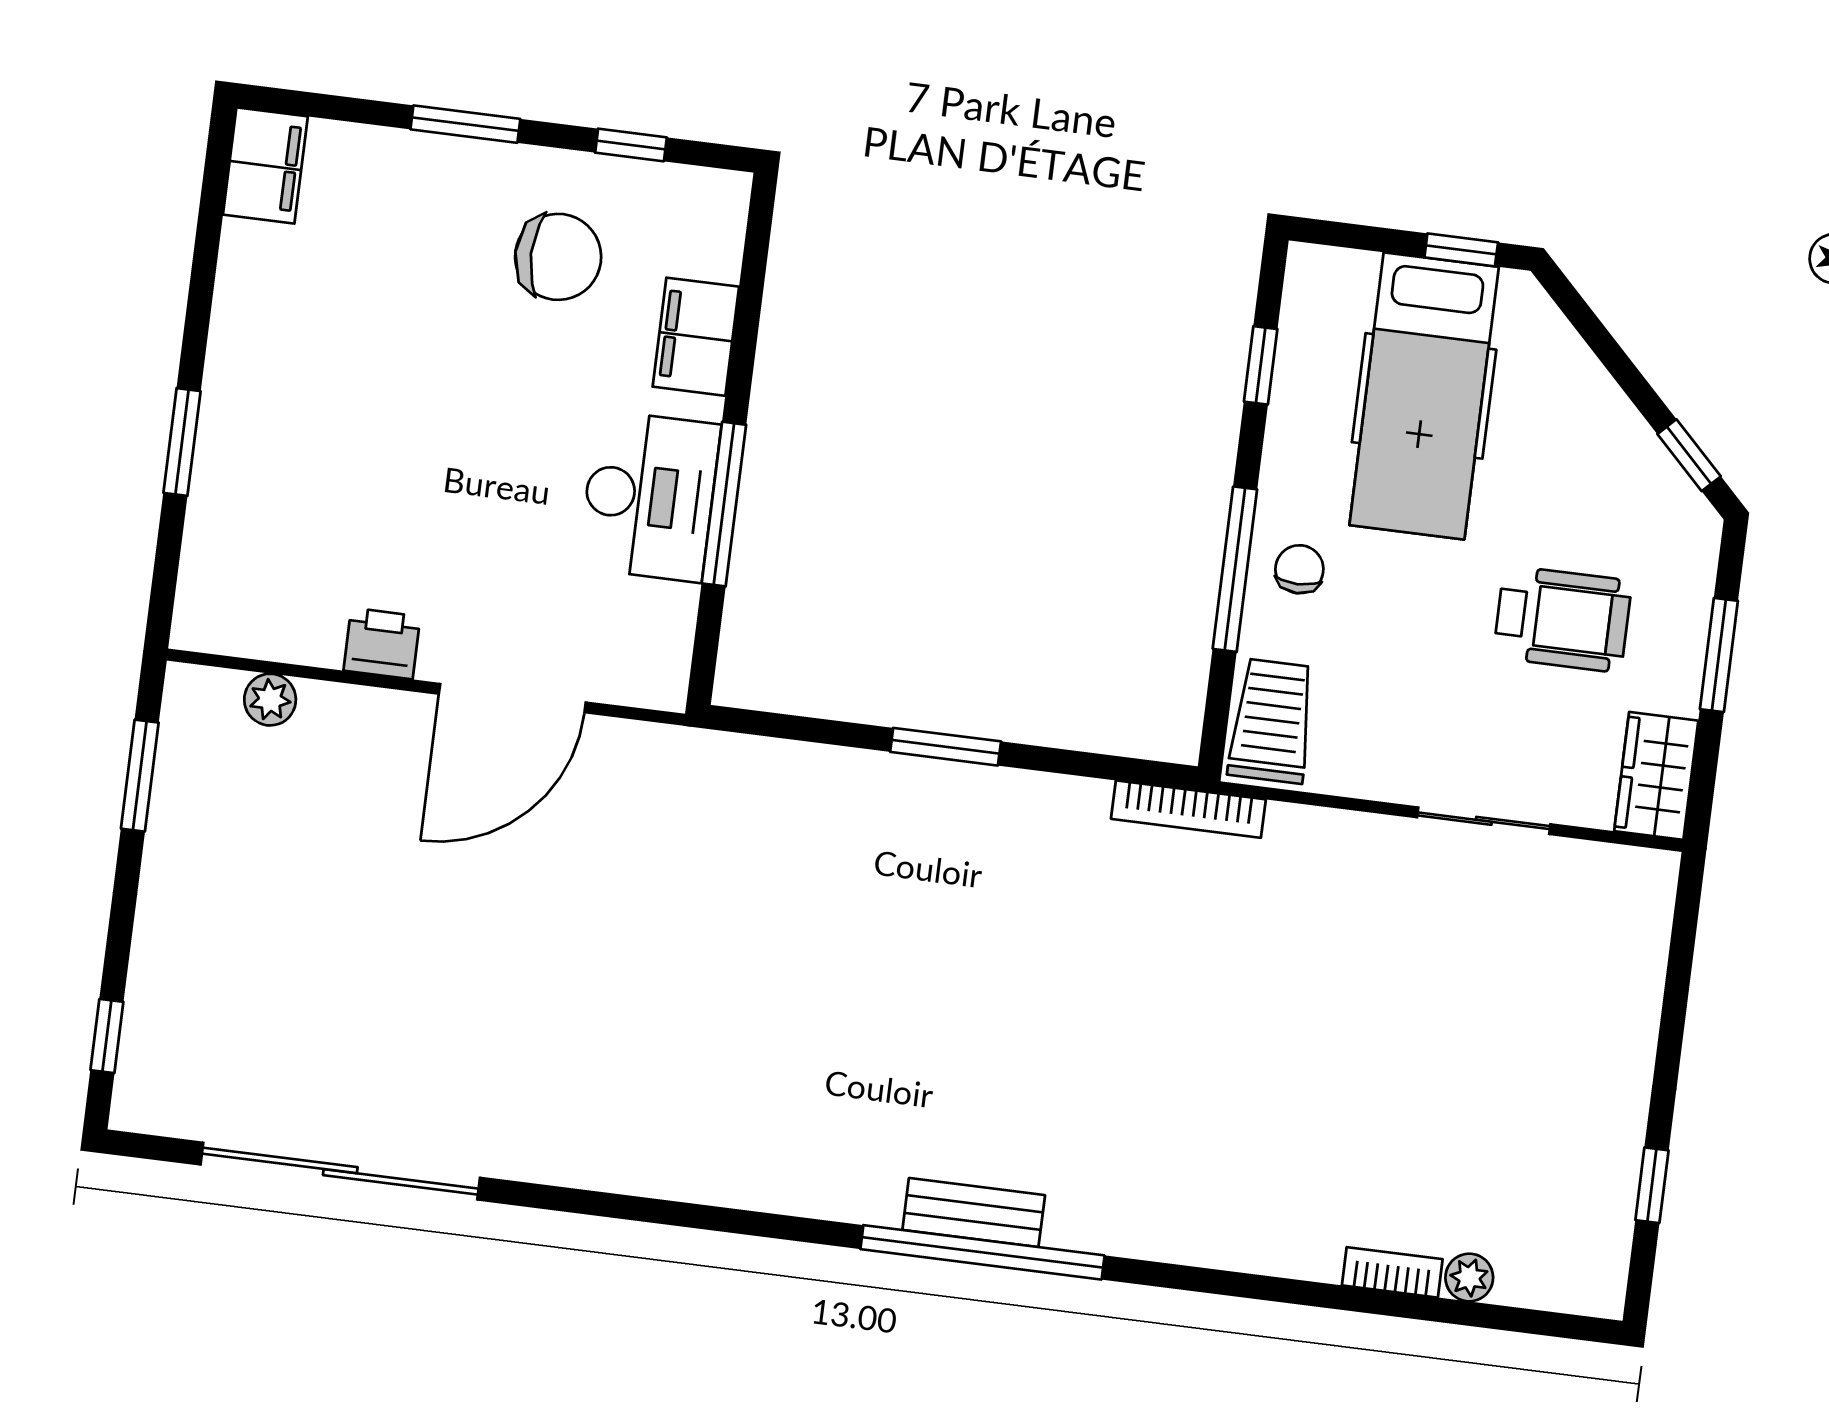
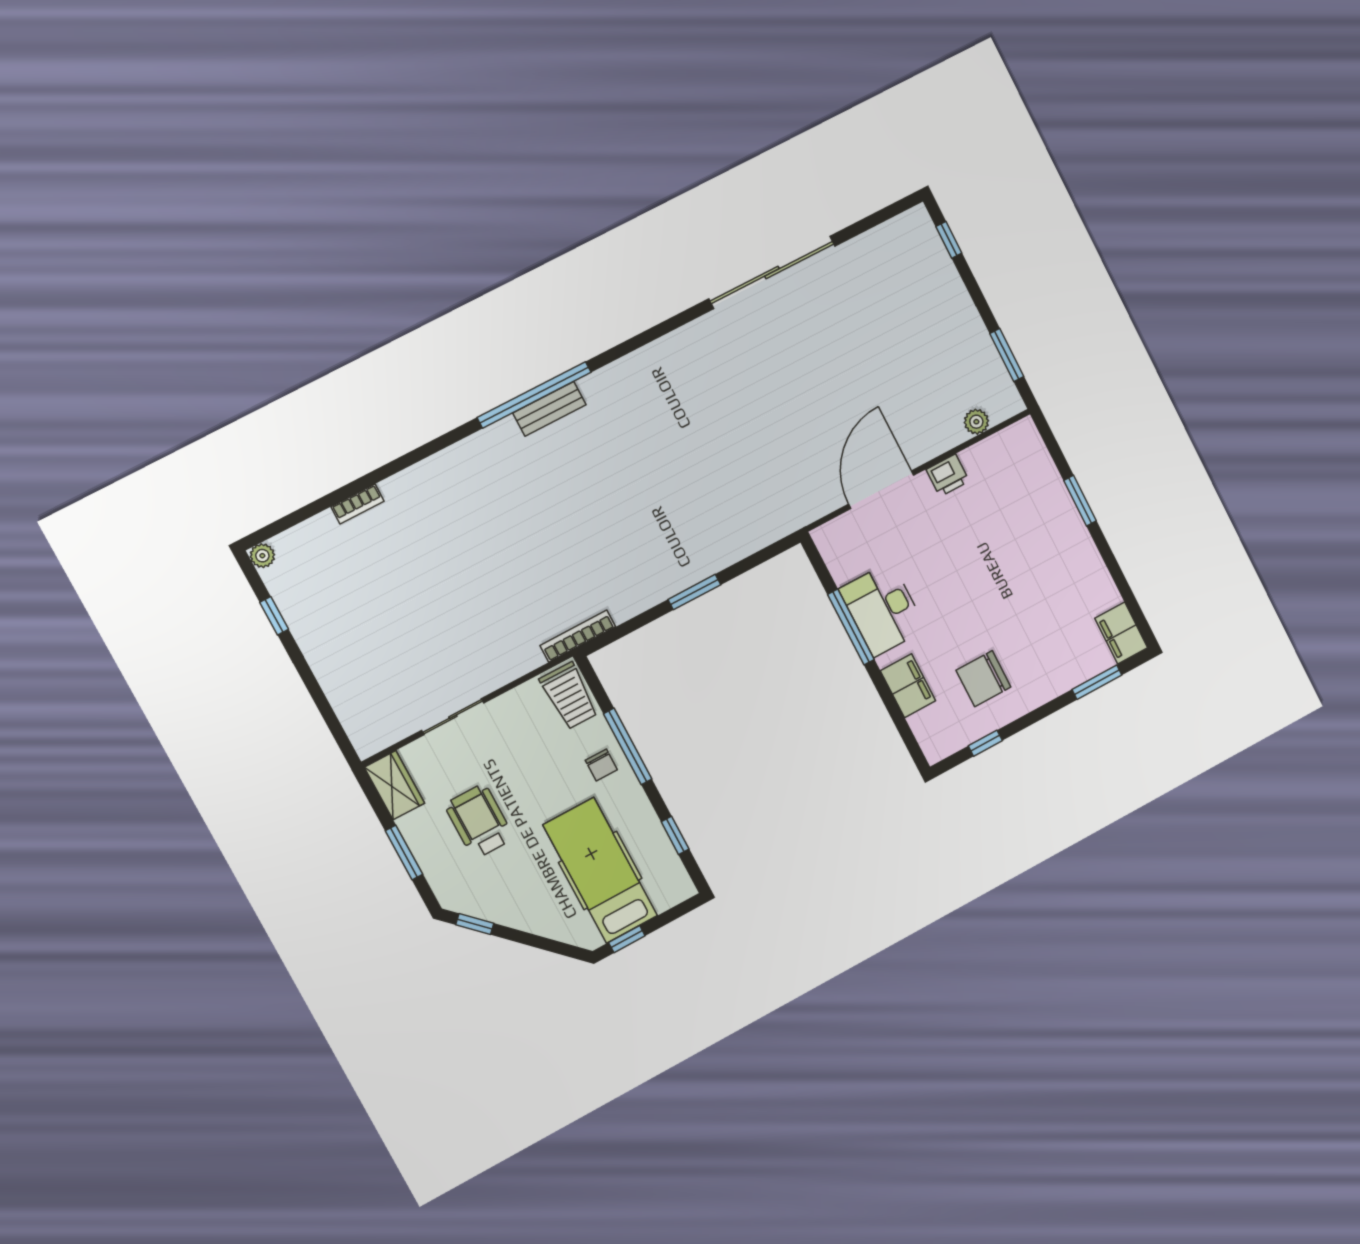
window: (465, 124) -> (1097, 682), moved
wheelchair: (1563, 619) -> (479, 821), turned 90
sliding door: (340, 1171) -> (772, 272), moved
plant: (1469, 1278) -> (262, 556), moved

